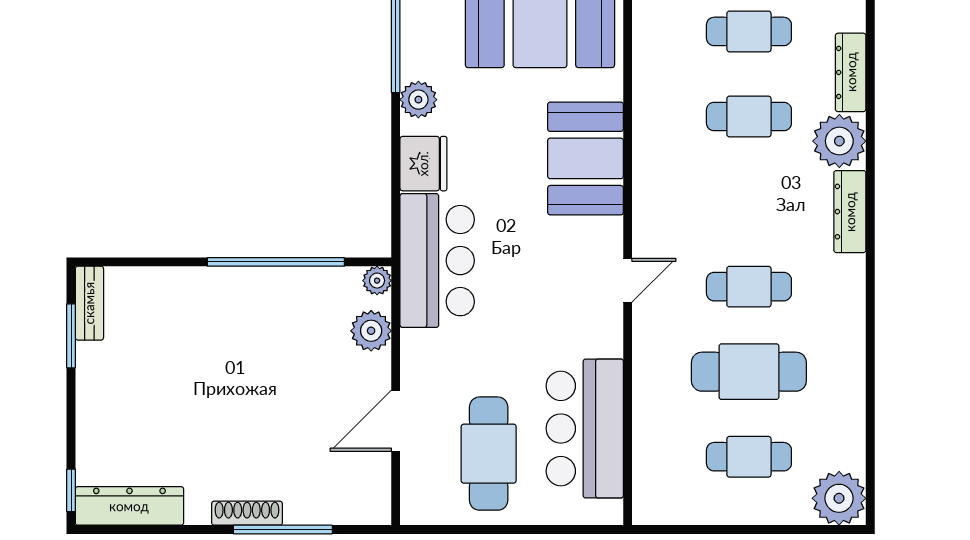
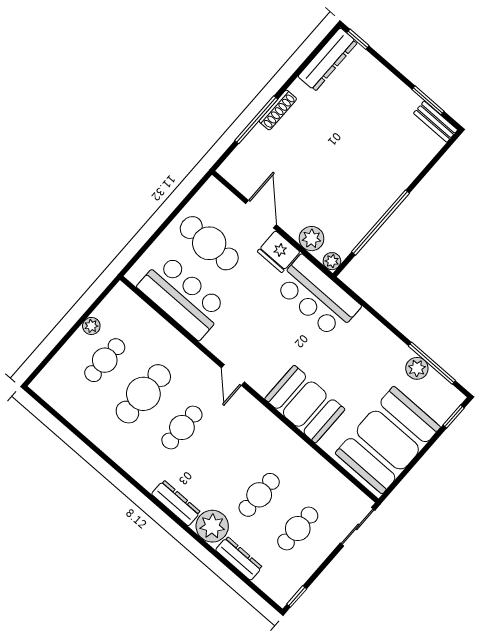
plant: (418, 100) -> (417, 368), moved
fridge: (423, 164) -> (279, 252), moved
plant: (839, 498) -> (91, 326), moved, width x0.53, depth x0.53

